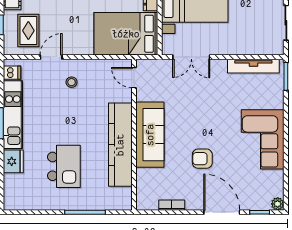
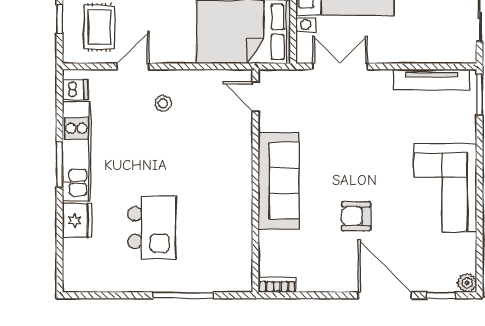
double door: (191, 57) -> (340, 66), swing flipped
kitchen counter: (120, 145) -> (235, 196), removed
bookcase: (172, 205) -> (277, 285), moved

